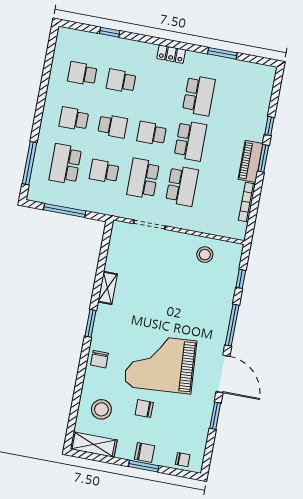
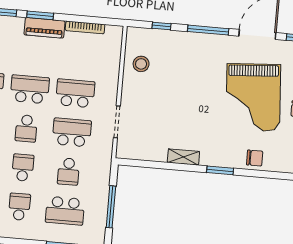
school desk: (74, 119) -> (19, 207), turned 180
school desk: (143, 179) -> (72, 132), turned 180

